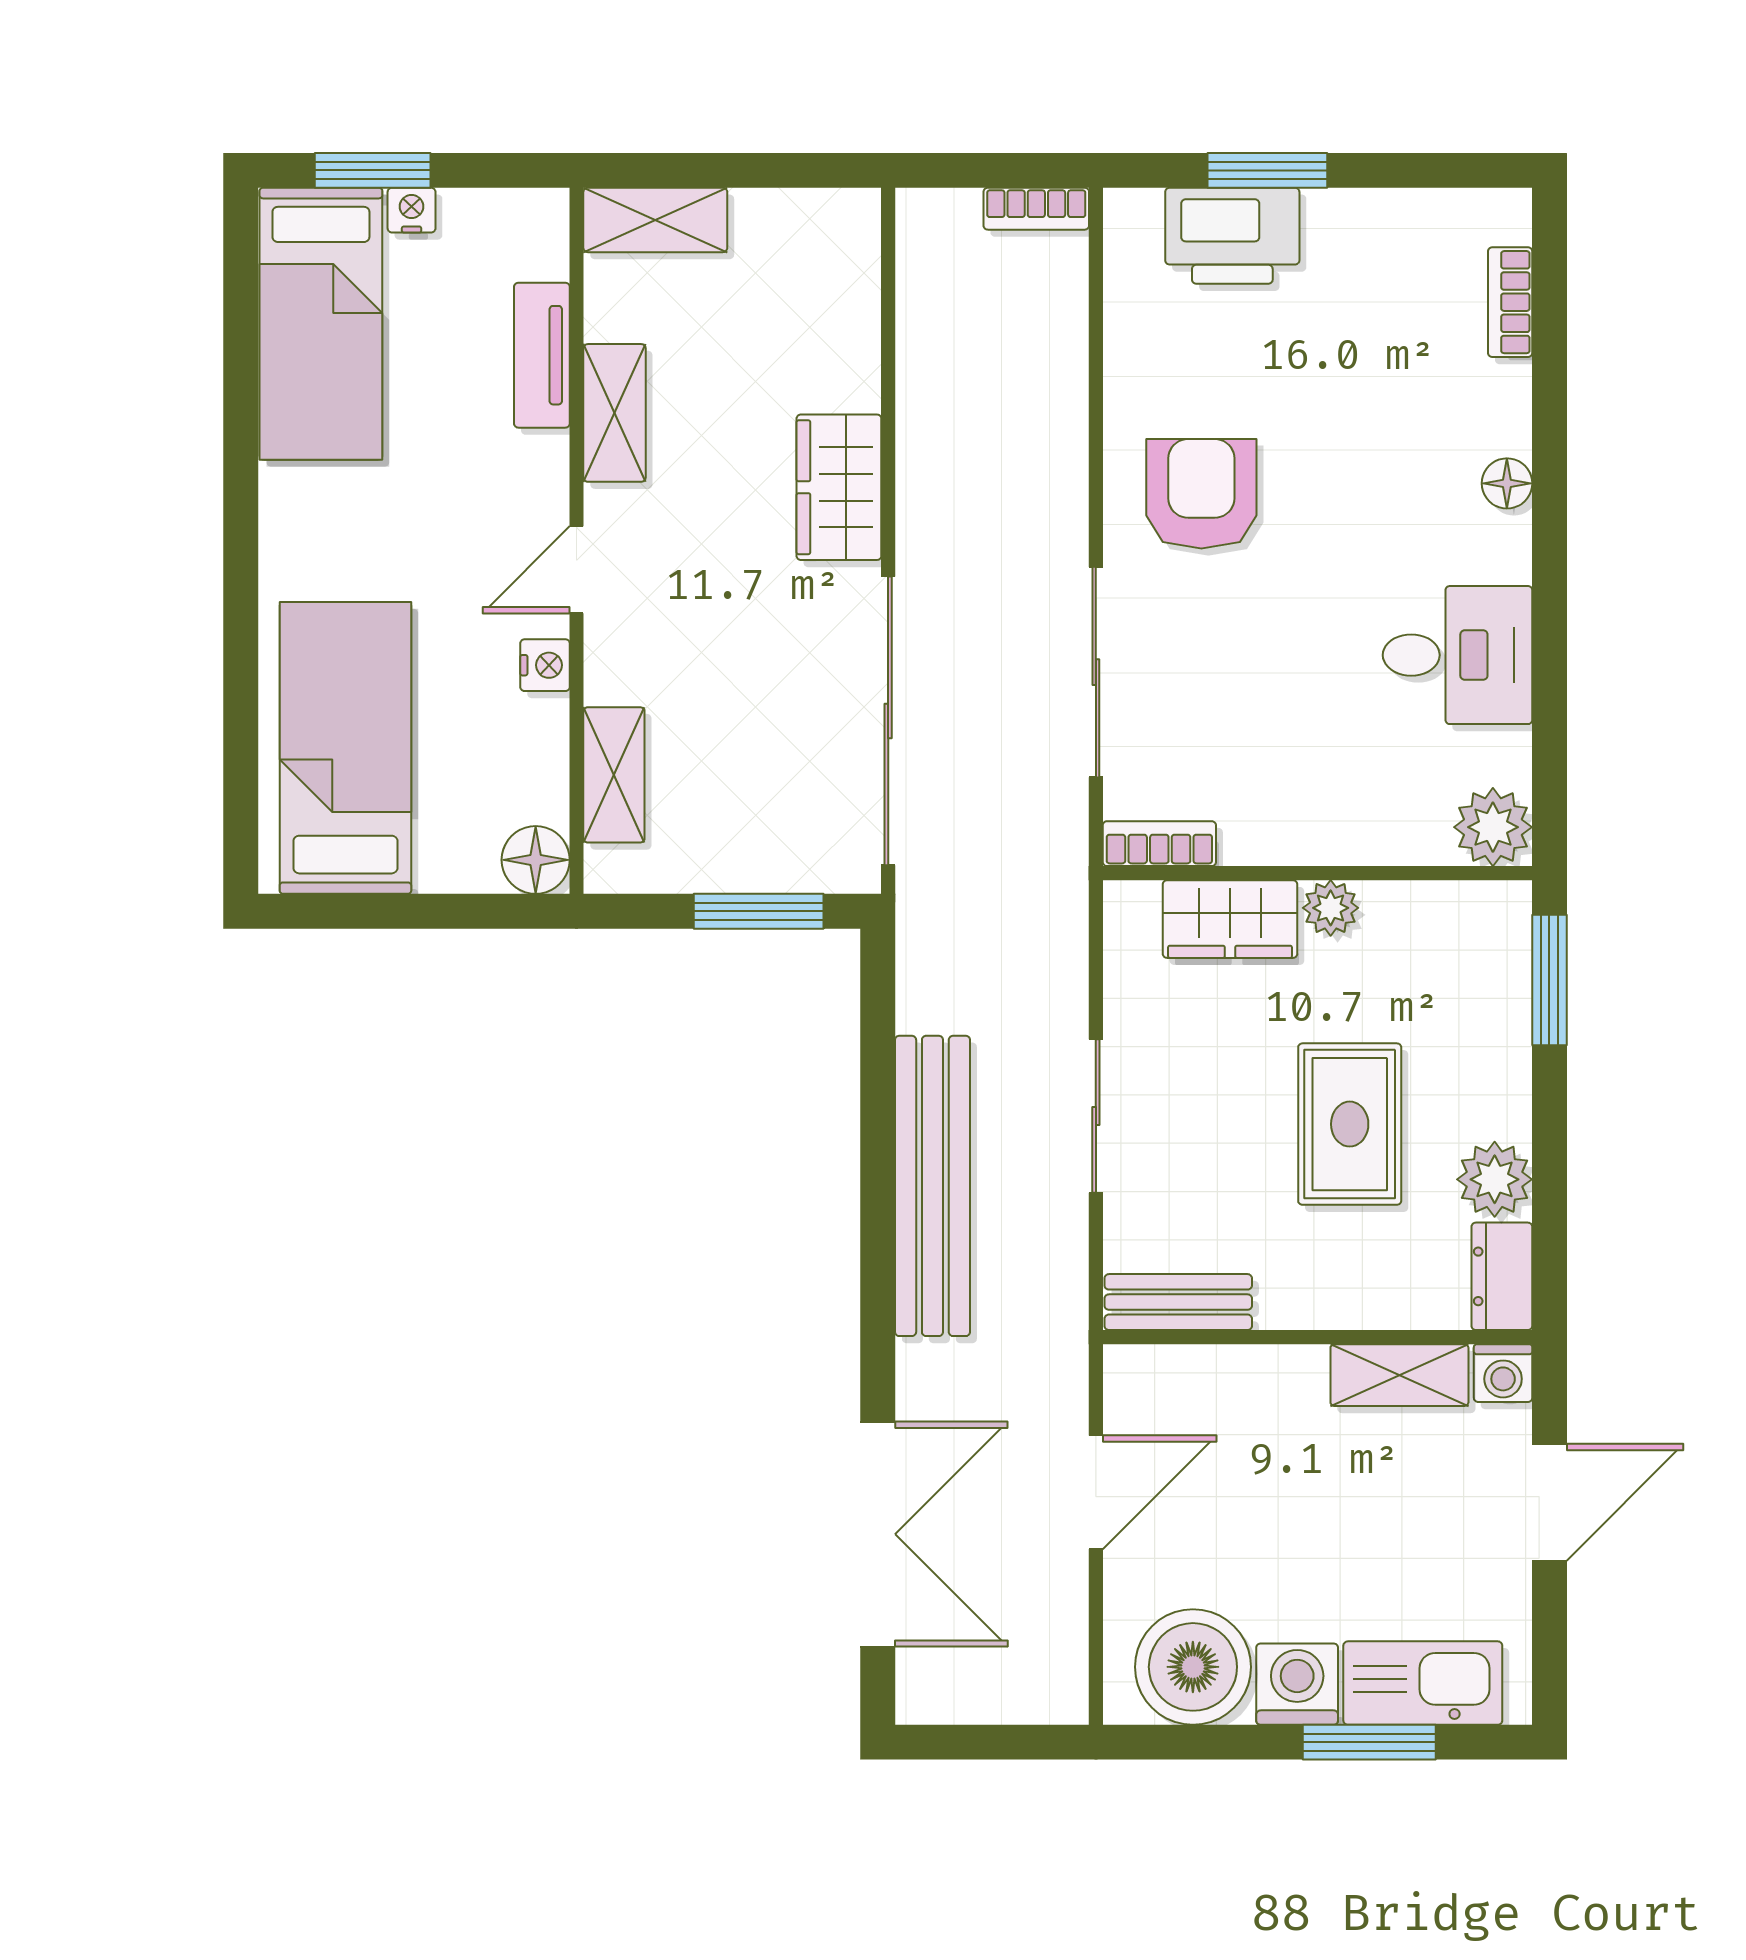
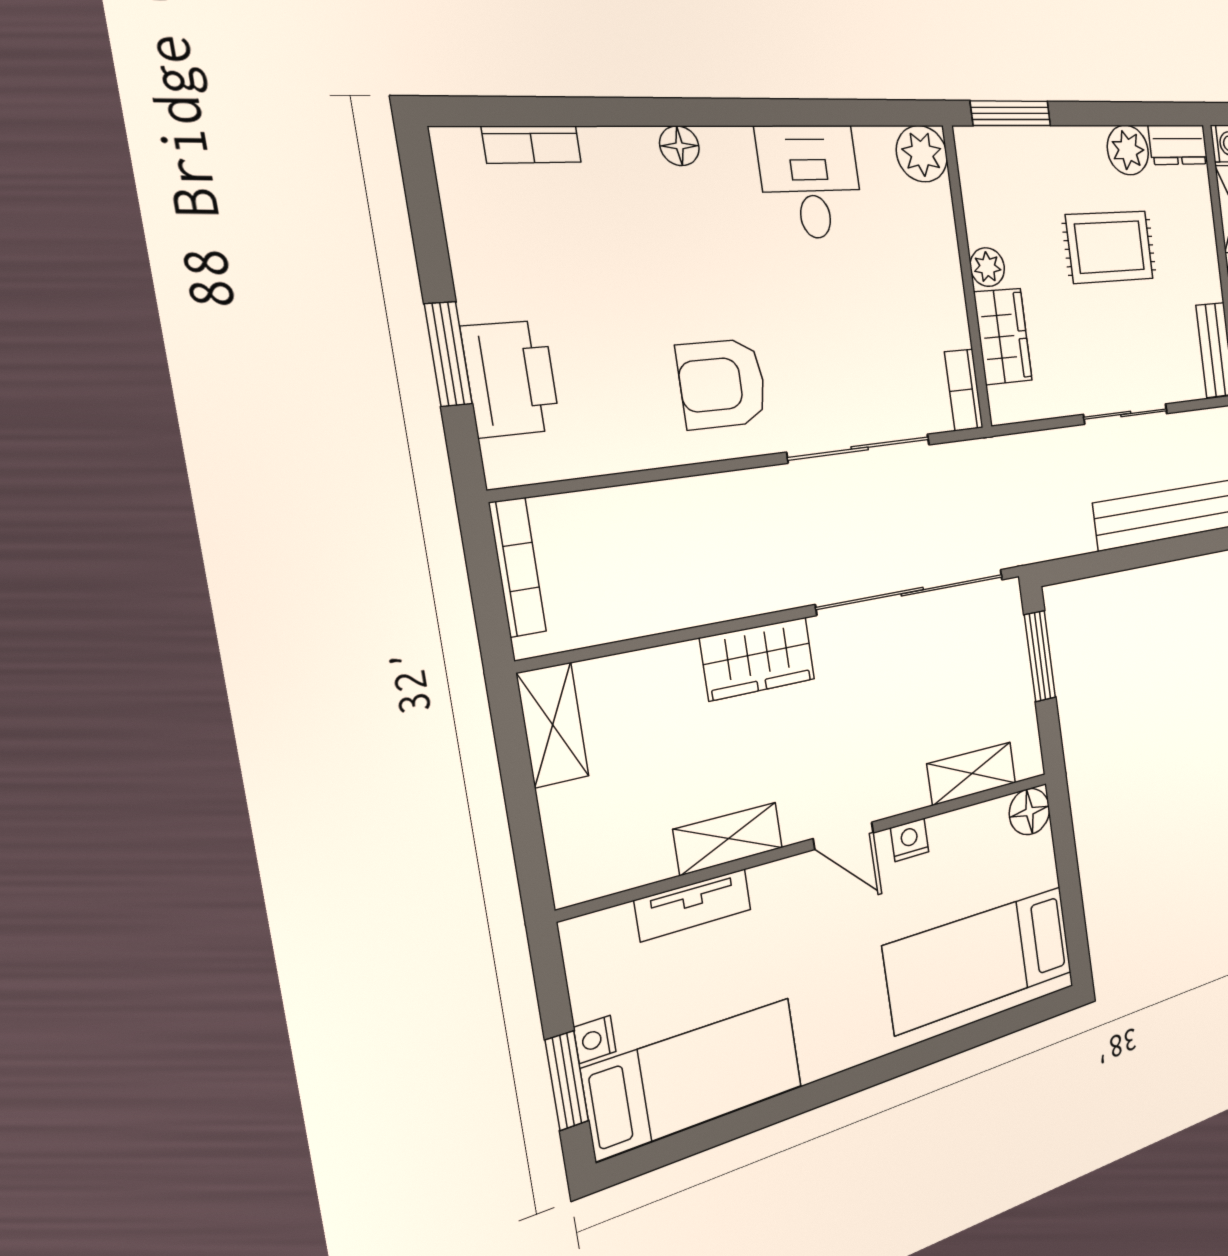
bookcase: (1036, 209) -> (518, 567), width x1.56
shelving: (655, 220) -> (553, 725), moved

